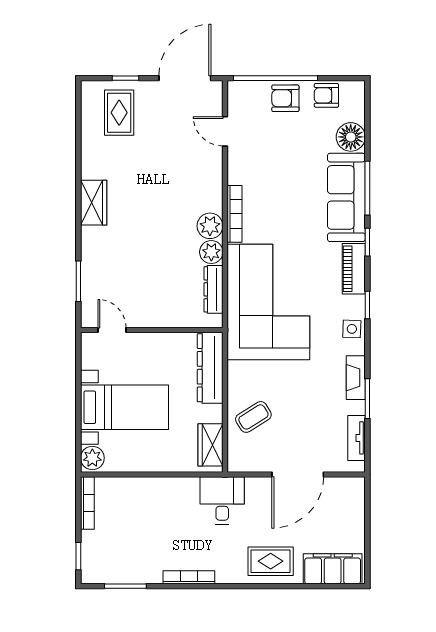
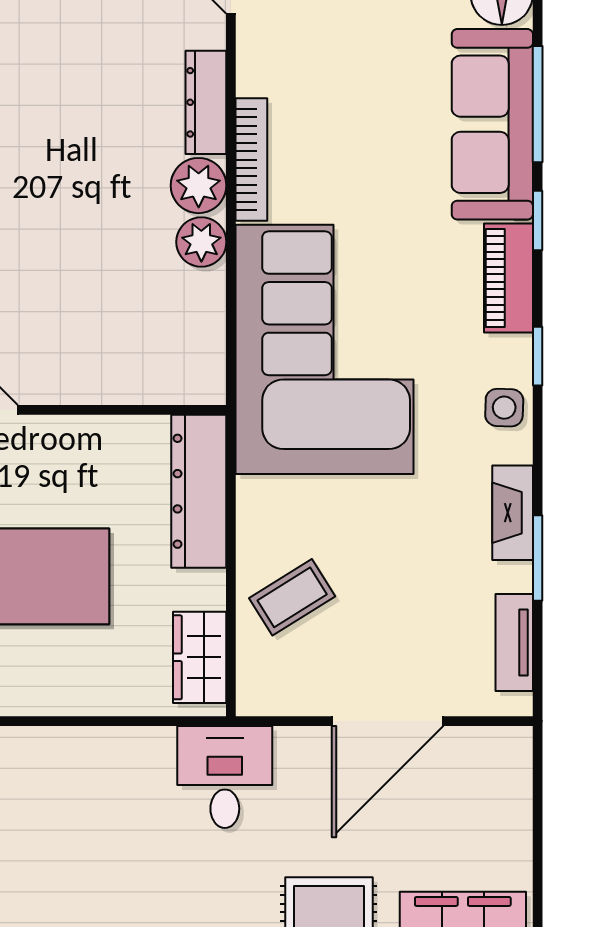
dresser: (213, 289) -> (206, 102), moved

